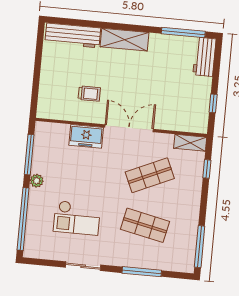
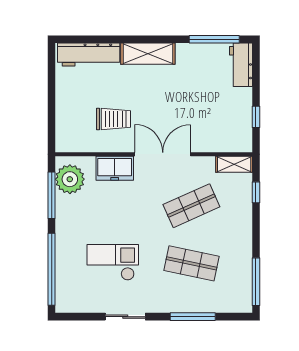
trolley: (89, 94) -> (114, 119), width x1.36, depth x1.39
plant: (37, 181) -> (70, 179), moved, width x1.88, depth x1.88
checkout: (77, 218) -> (113, 262), turned 180

